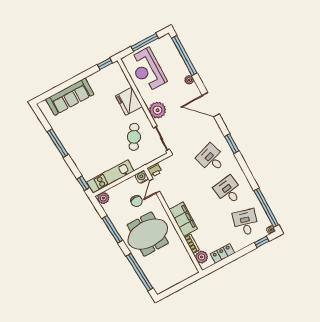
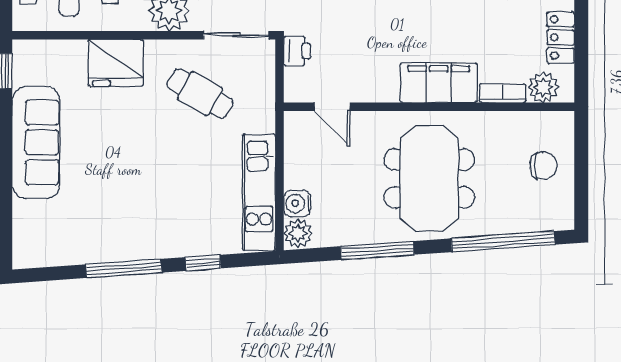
sofa: (70, 97) -> (36, 142), moved
printer: (155, 170) -> (297, 51), moved
water cooler: (142, 177) -> (297, 203), moved
window: (83, 183) -> (203, 263), moved
chair: (137, 201) -> (543, 166), moved

